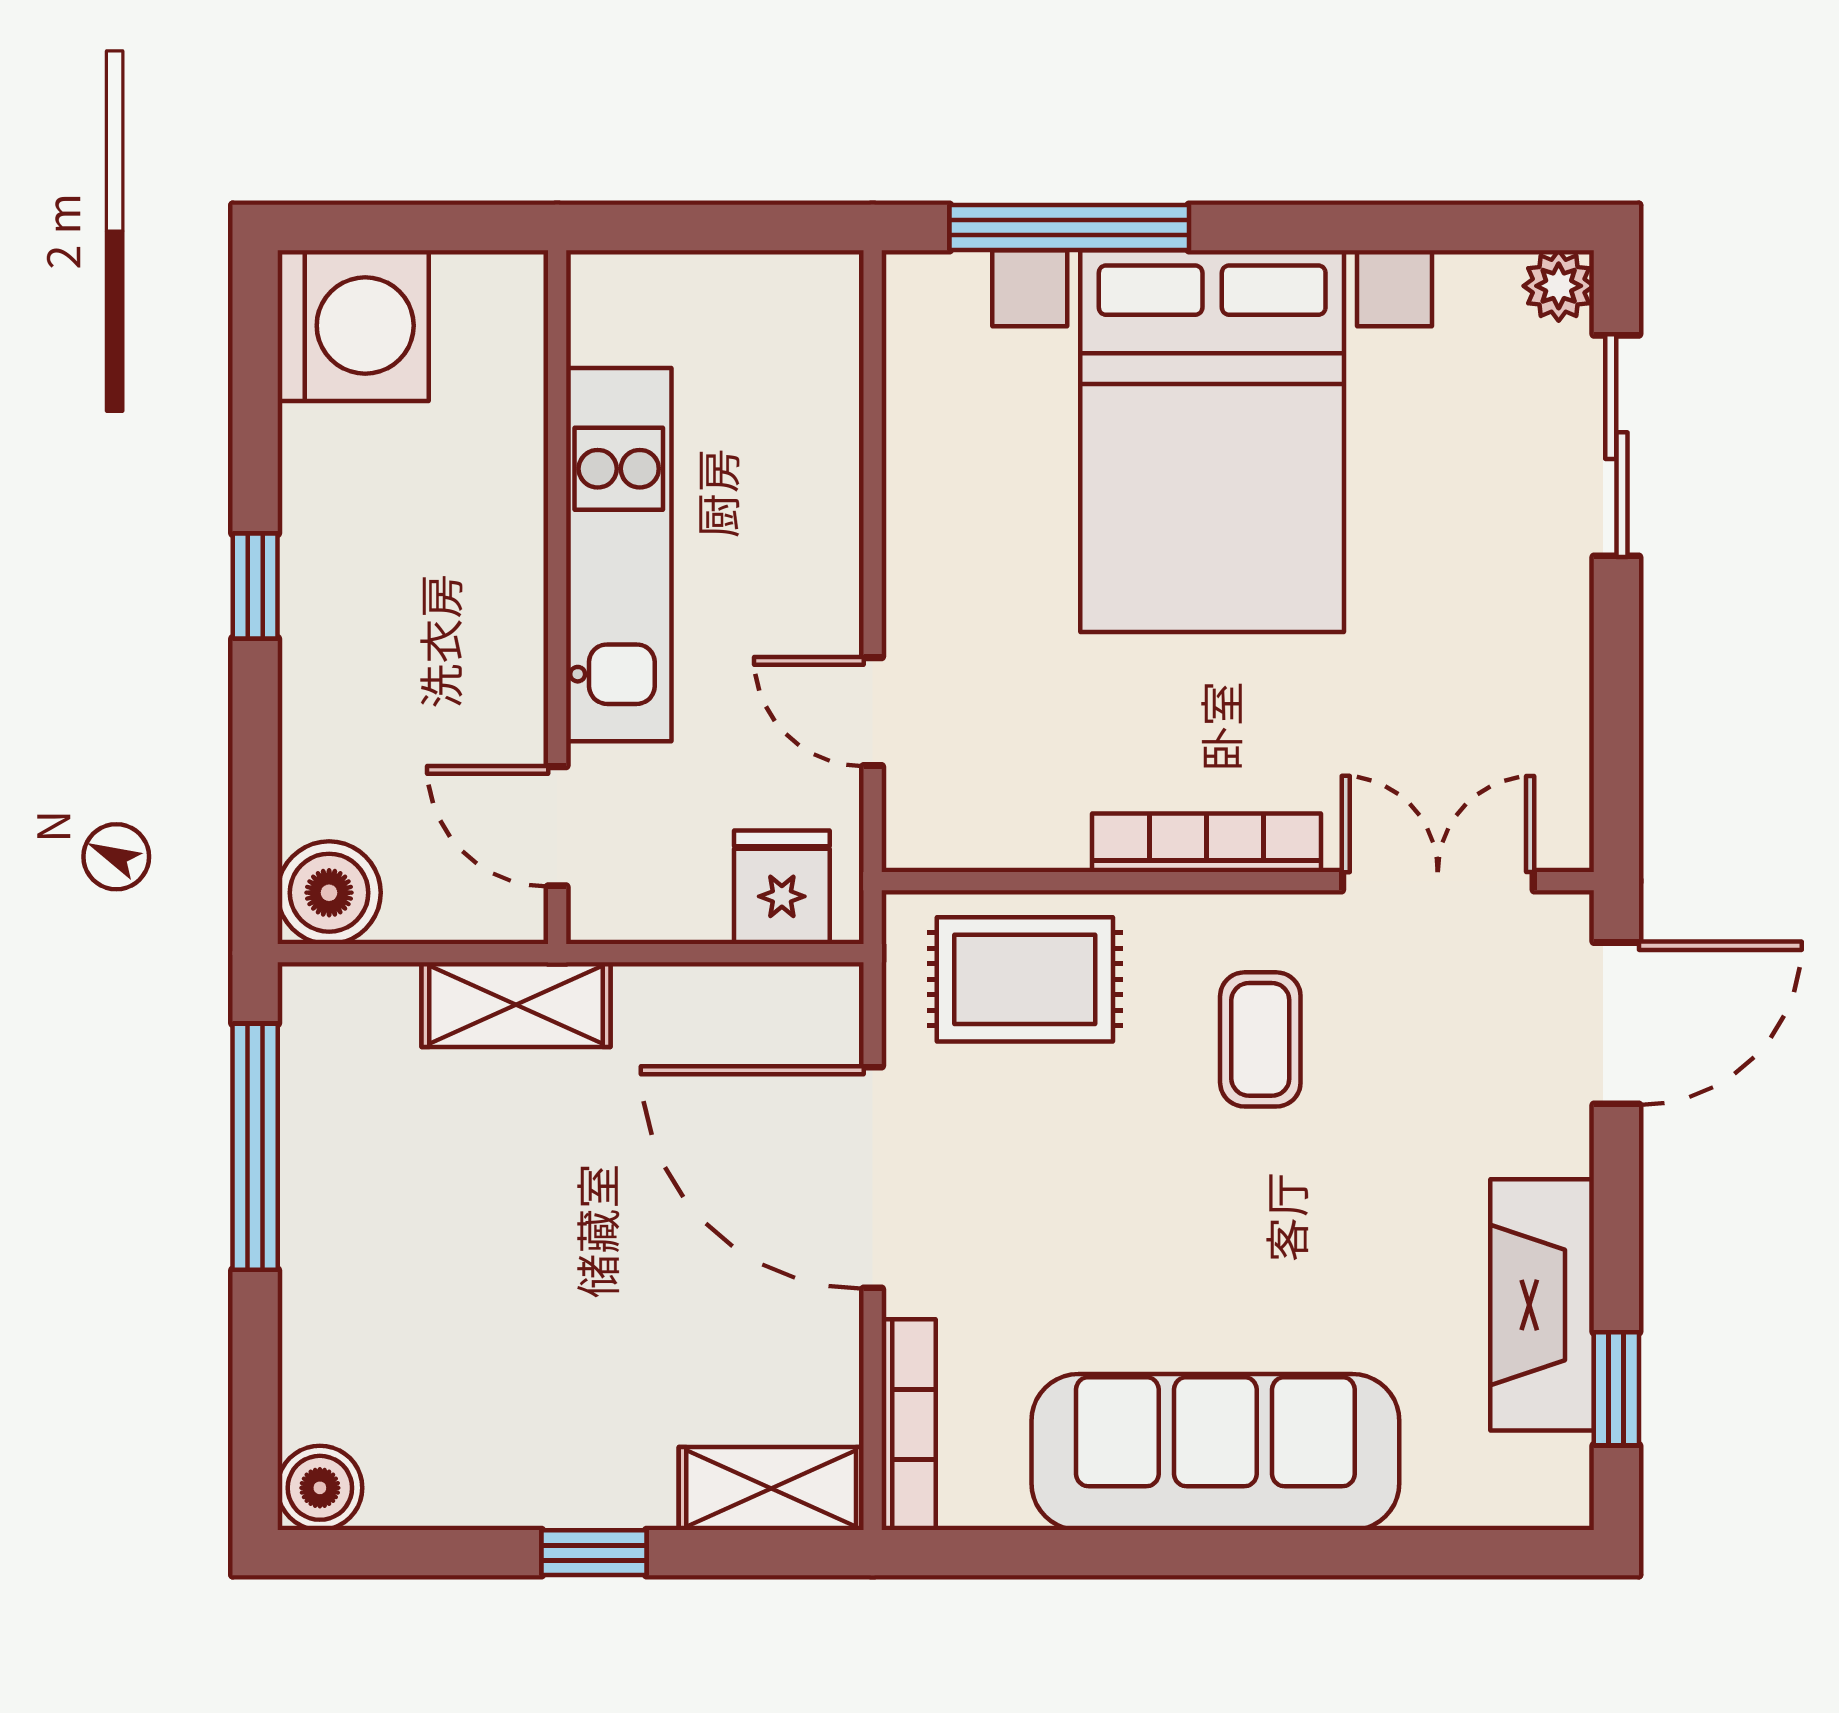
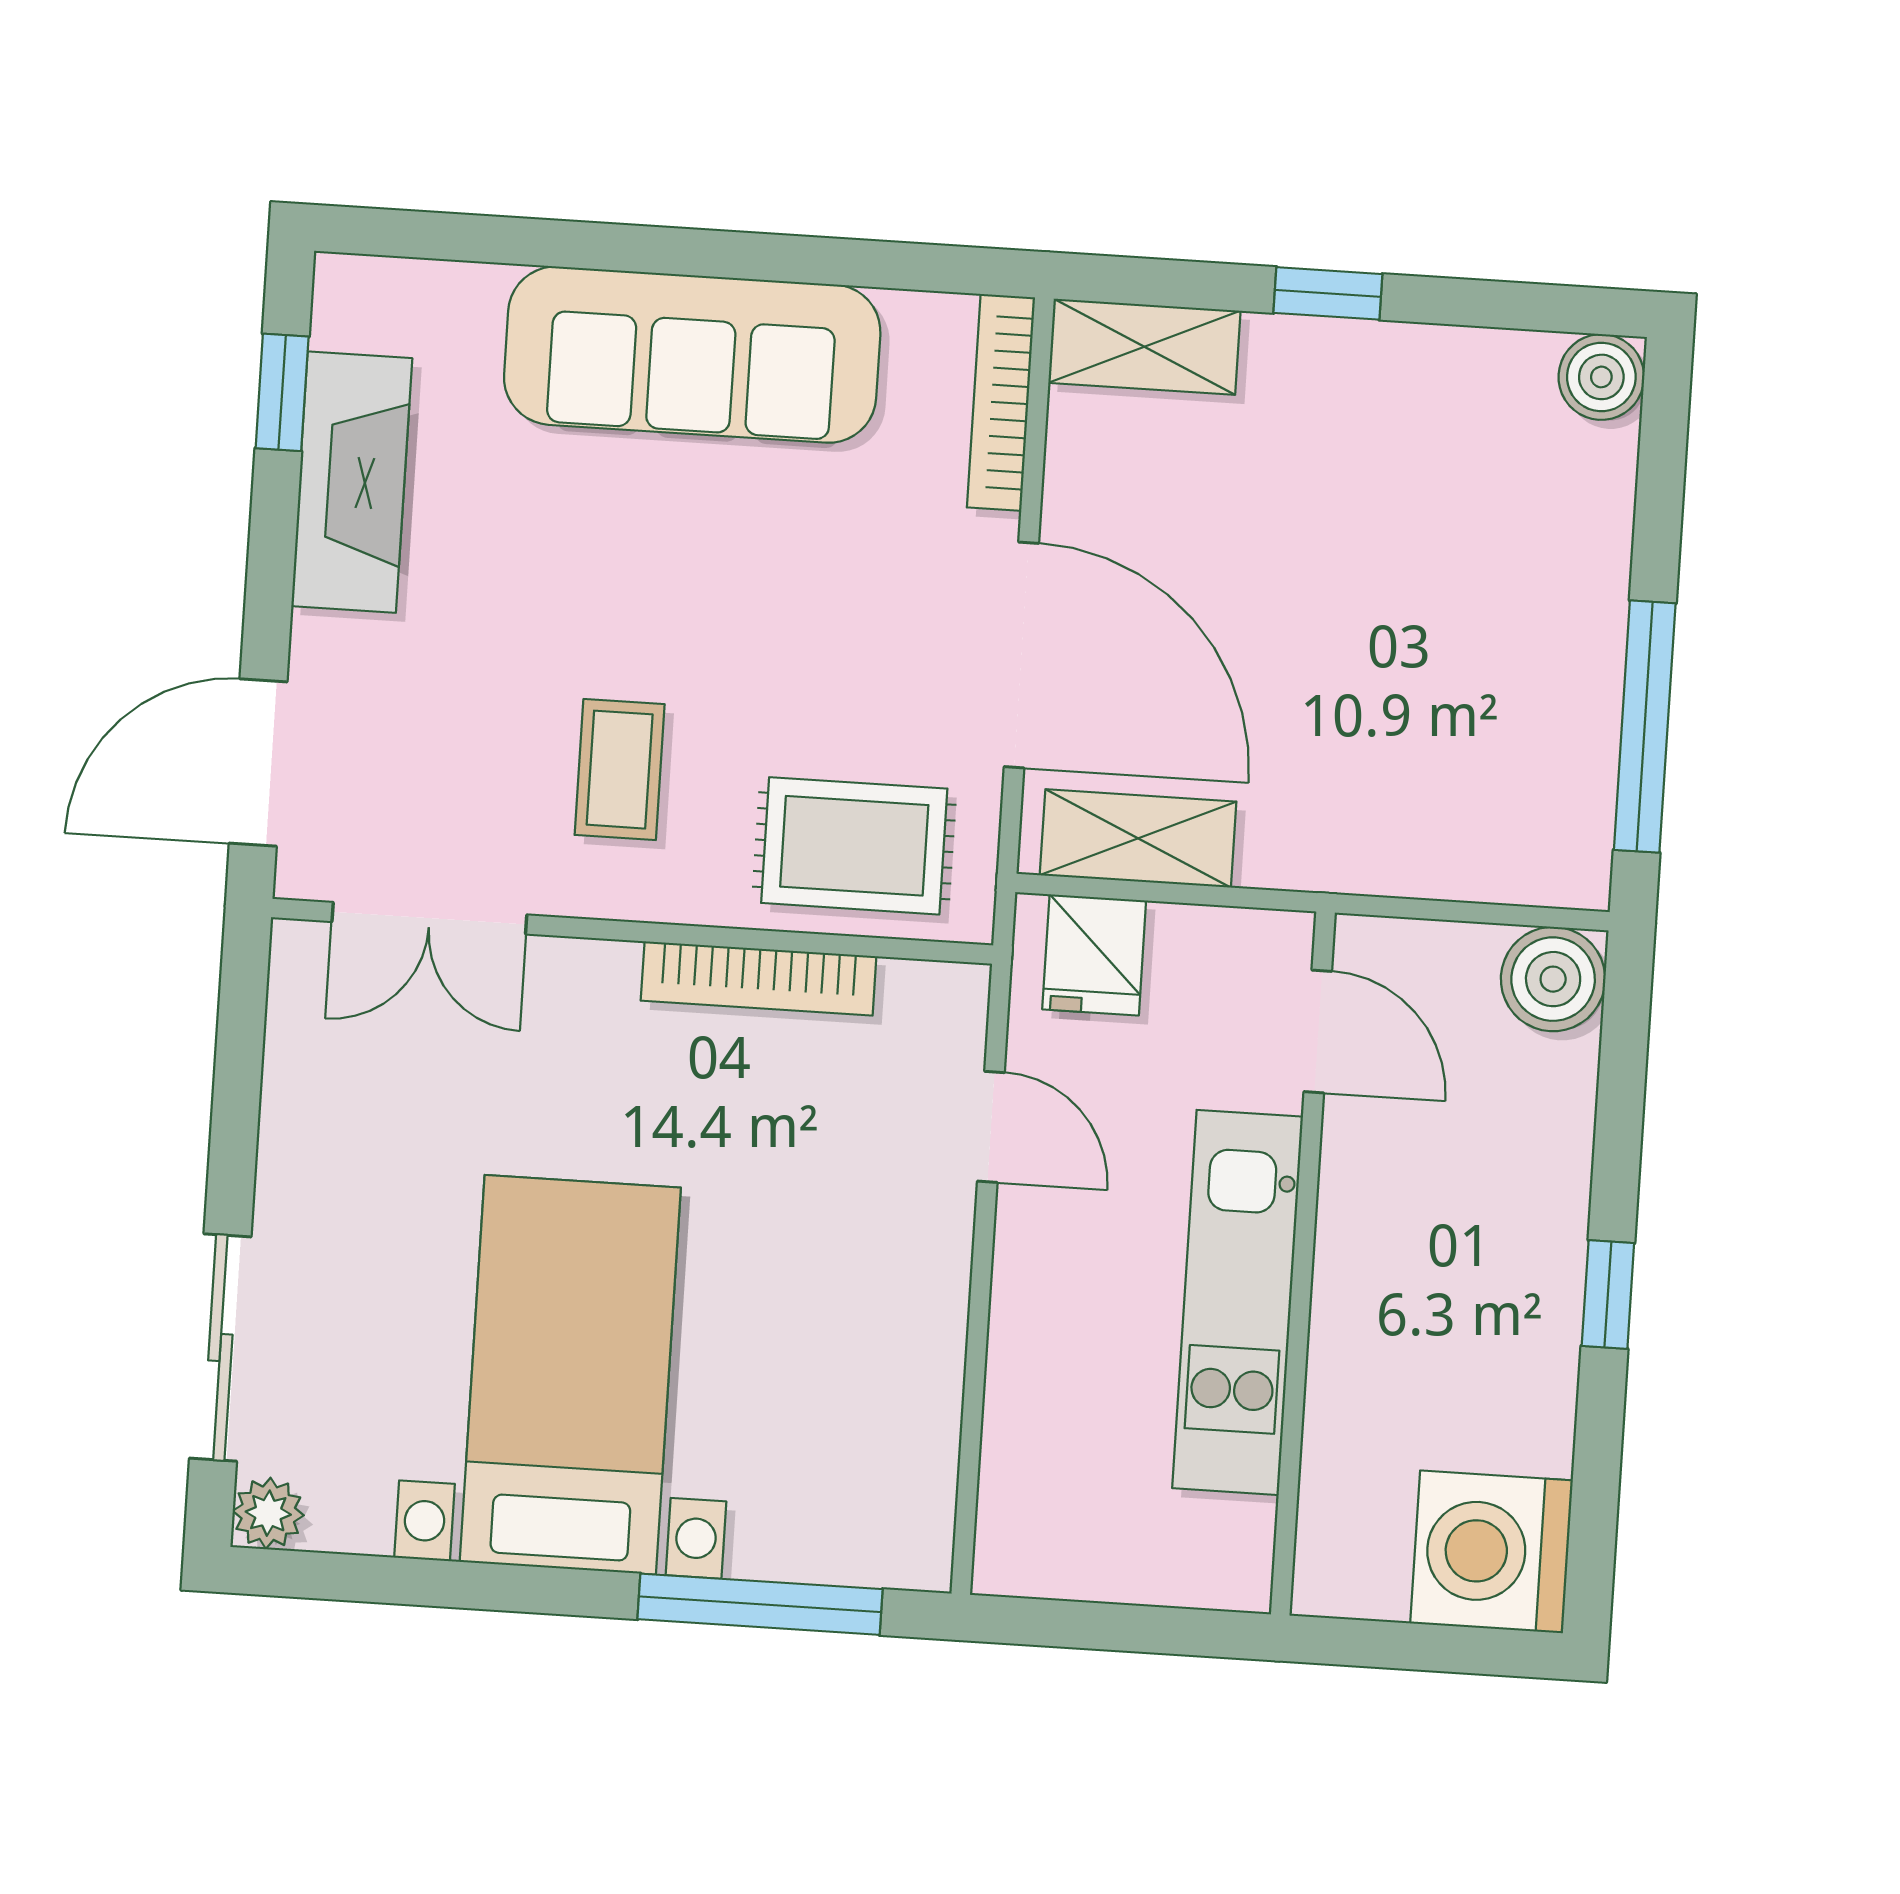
bed with nightstands: (1212, 441) -> (570, 1375), width x0.73
bookcase: (1206, 843) -> (759, 979), moved
shelving: (516, 1005) -> (1138, 838), moved

